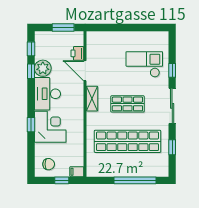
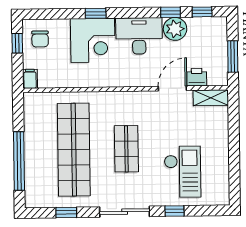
shelving: (92, 99) -> (211, 98), moved
window: (62, 180) -> (17, 43), moved

